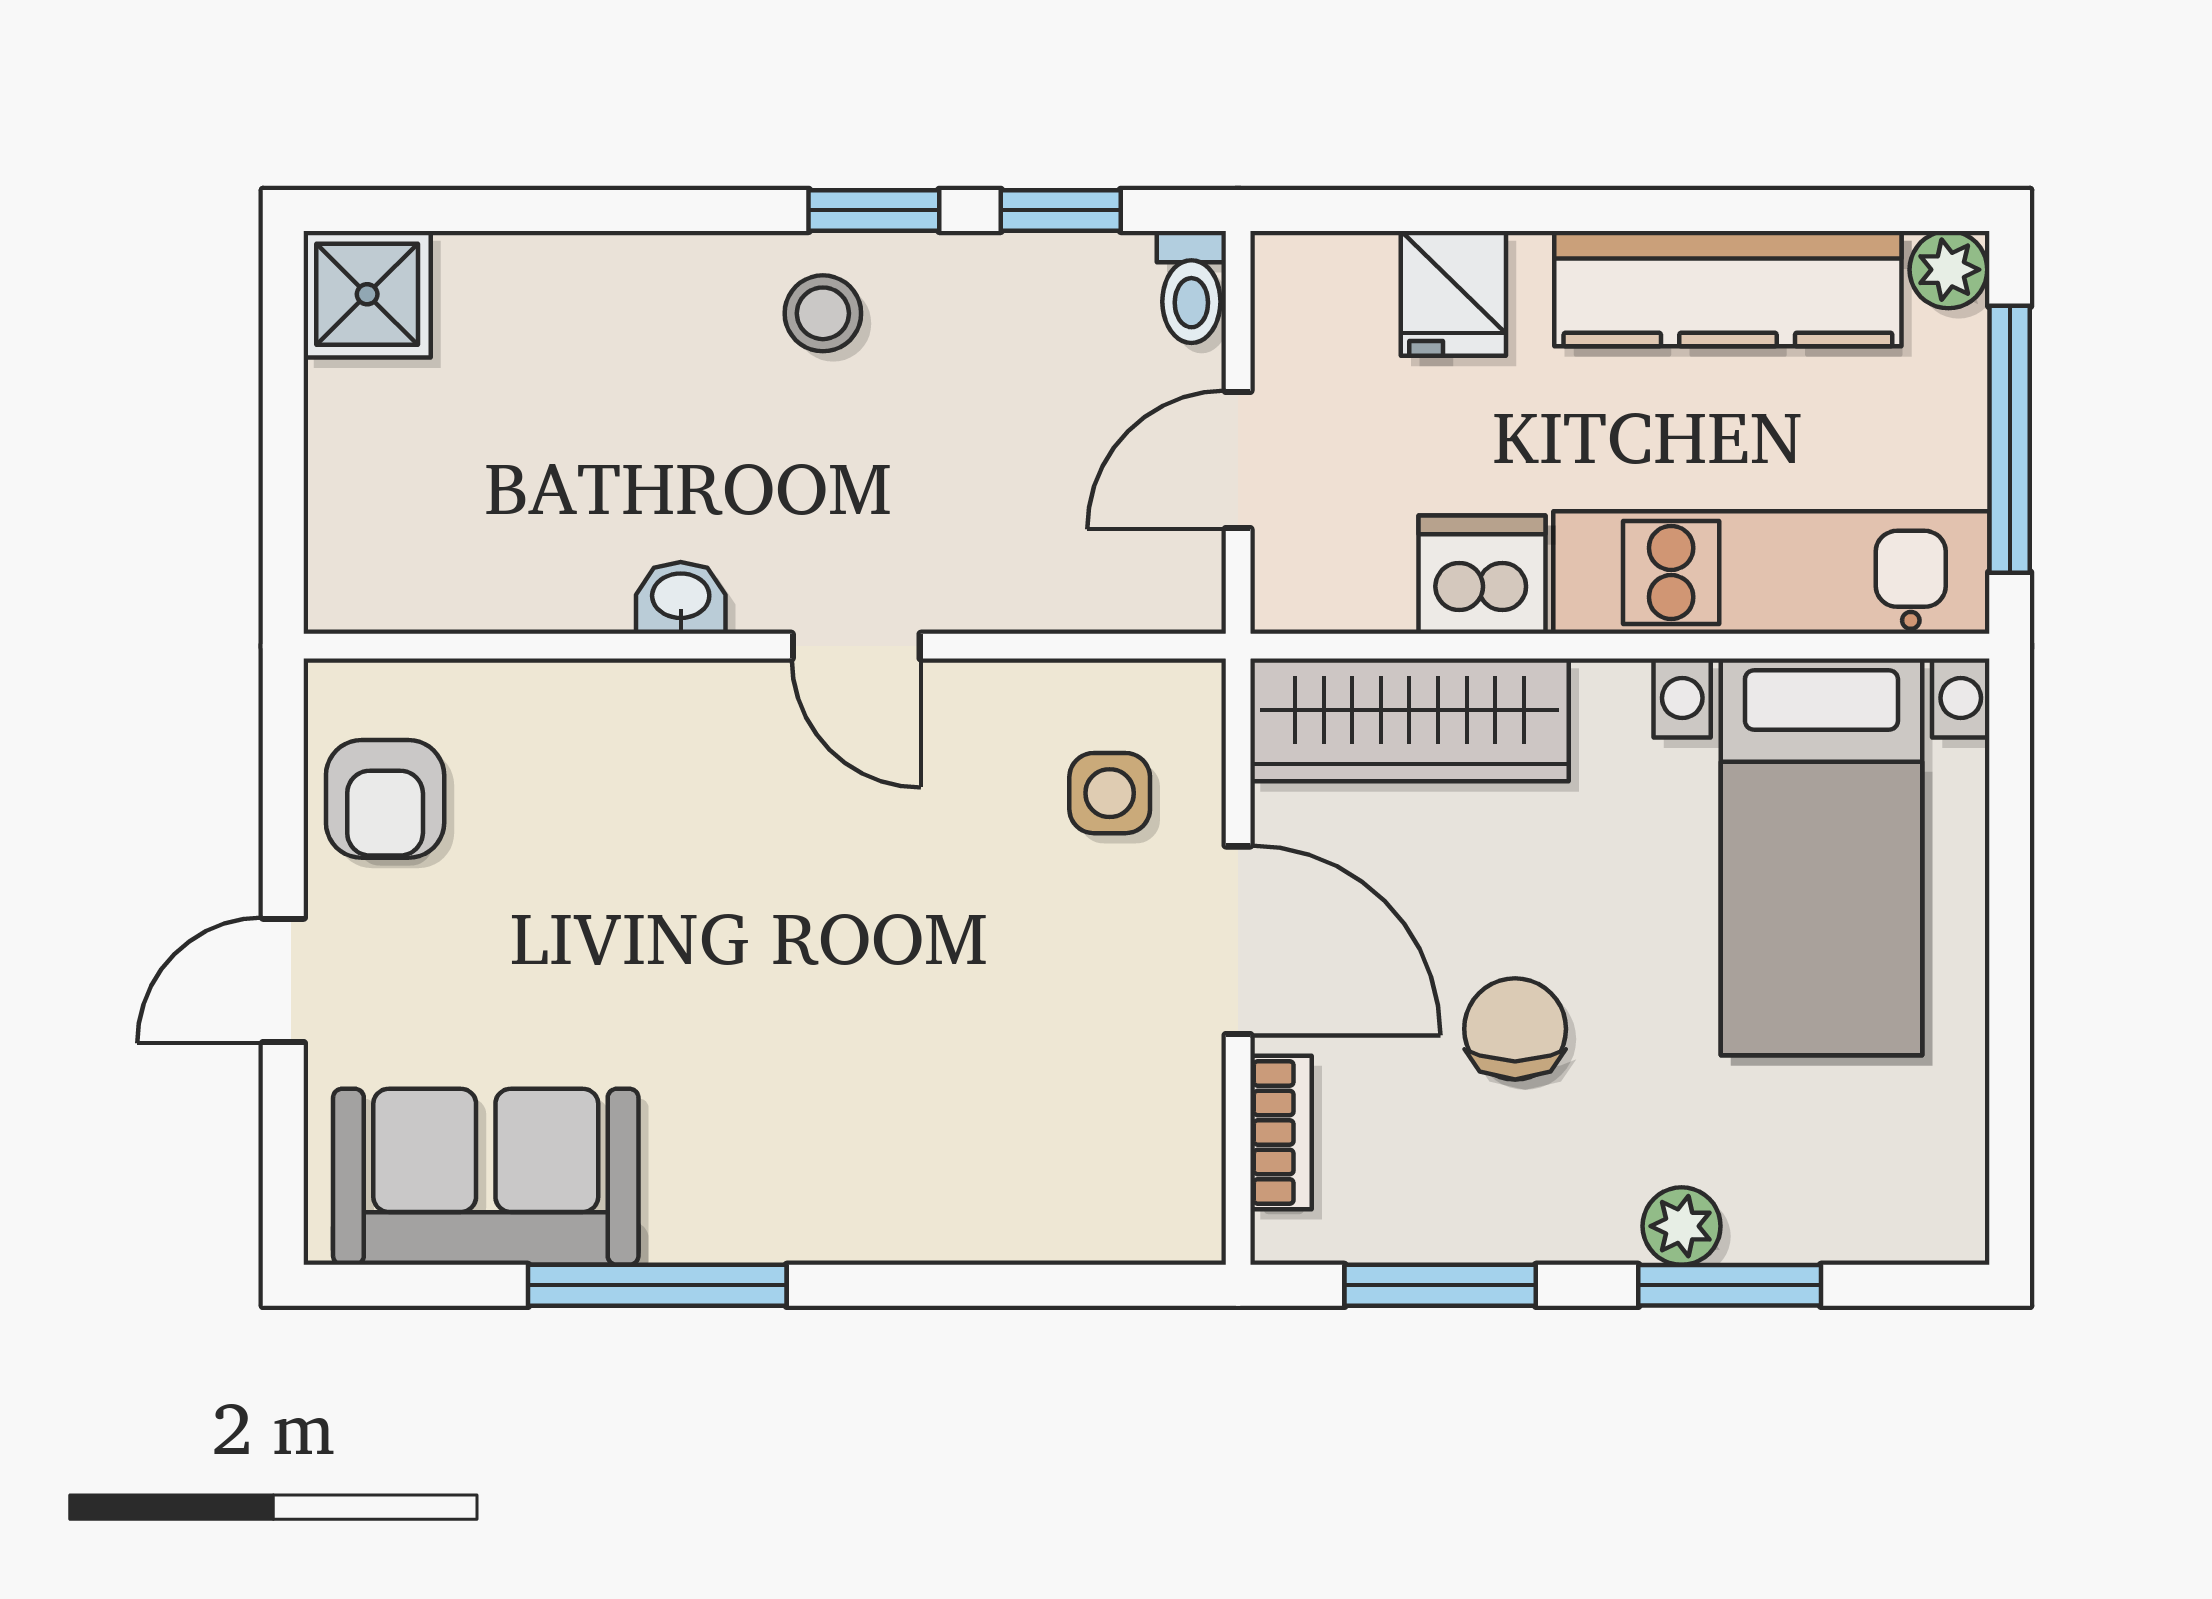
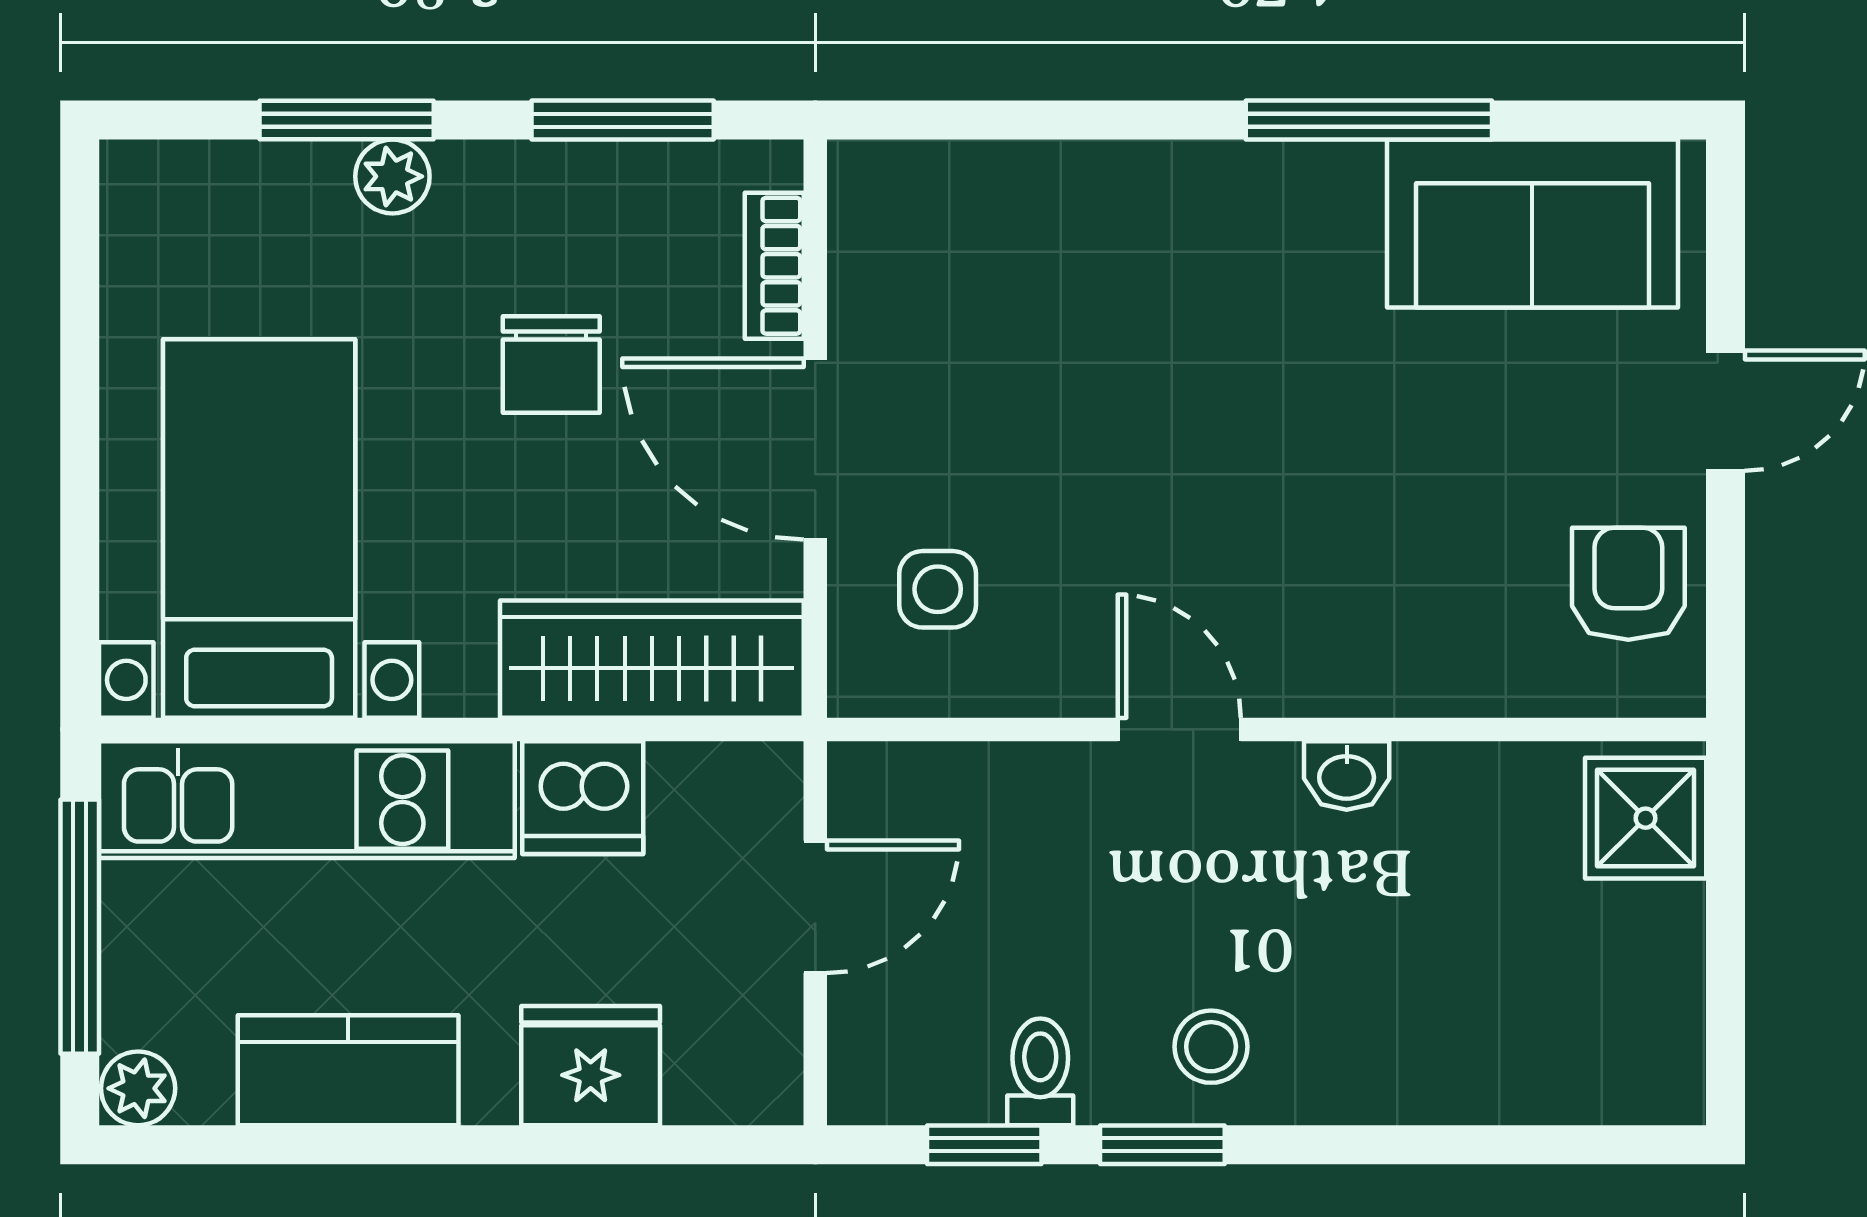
toilet: (1191, 287) -> (1040, 1072), moved
kitchen counter: (1728, 289) -> (348, 1070), width x0.67
fridge: (1453, 293) -> (591, 1066), width x1.38
shower: (367, 294) -> (1646, 818), moved

